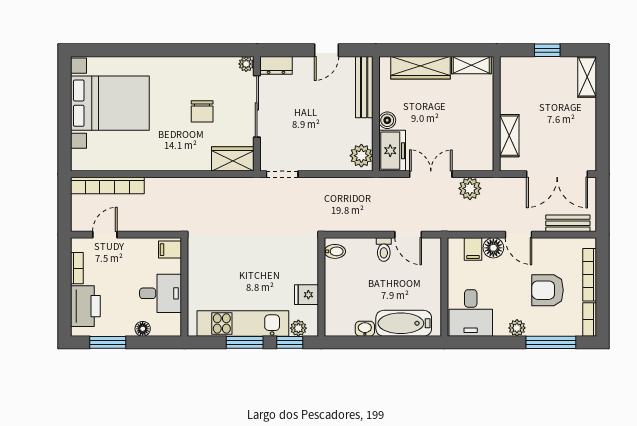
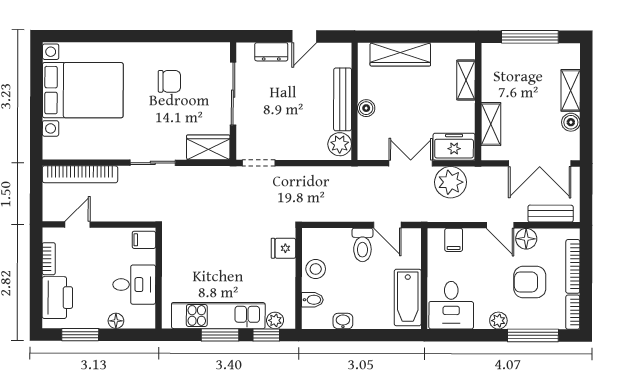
window: (547, 50) -> (530, 37), width x2.17
plant: (246, 64) -> (222, 50), removed
dresser: (276, 65) -> (271, 52), moved
shelving: (471, 65) -> (466, 80), moved, turned 90
shelving: (587, 77) -> (571, 90), moved
bench: (364, 87) -> (343, 99), moved
chair: (202, 111) -> (169, 81), moved, turned -90
boiler: (588, 134) -> (571, 122), added
freezer: (392, 151) -> (454, 147), moved, turned -90
sliding door: (178, 174) -> (153, 163), added
plant: (470, 188) -> (451, 182), width x1.36, depth x1.36
floor lamp: (493, 248) -> (526, 239), moved
toilet: (384, 250) -> (362, 245), width x1.37, depth x1.39
bidet: (335, 251) -> (312, 300), moved
stool: (338, 278) -> (316, 269), added
fridge: (306, 295) -> (283, 248), moved
bathtub: (404, 323) -> (408, 298), moved, turned -90

